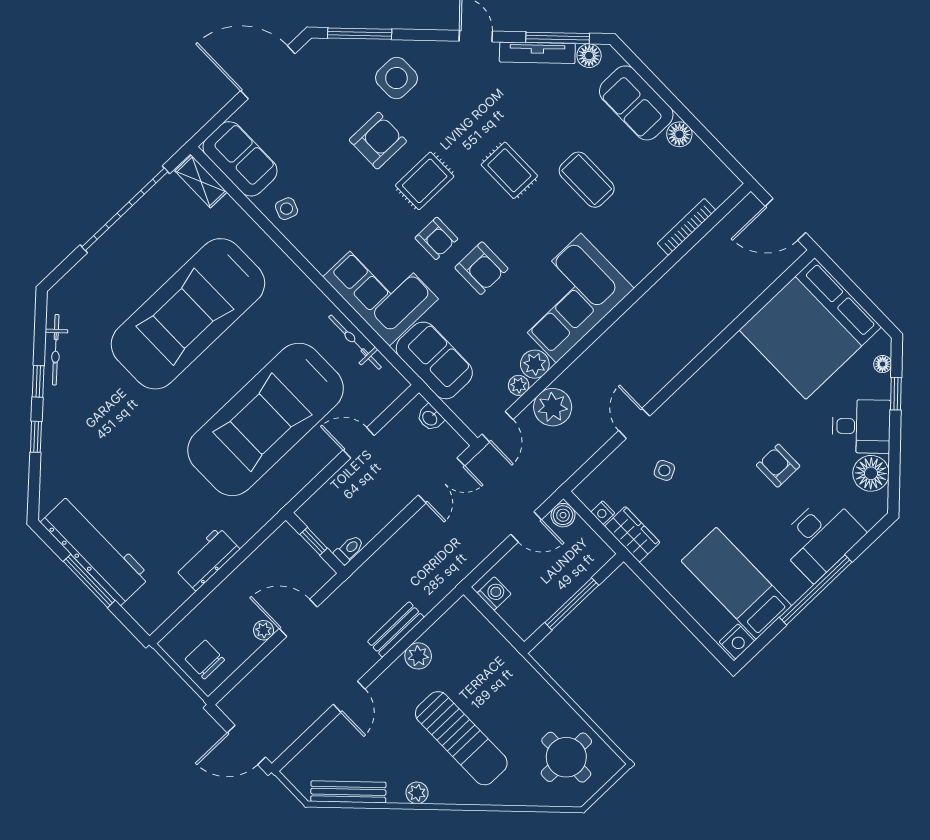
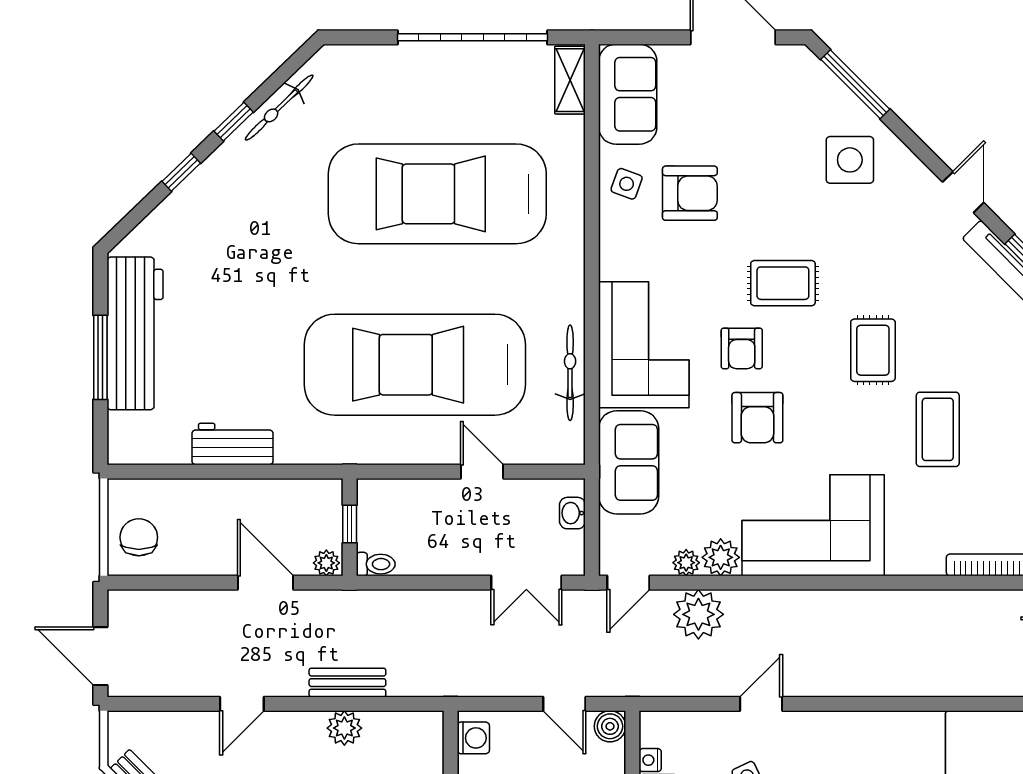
armchair: (378, 141) -> (690, 193), moved
plant: (264, 630) -> (326, 563), moved

